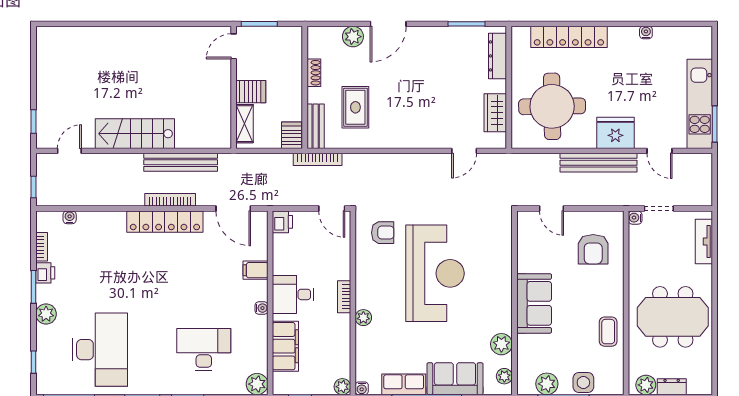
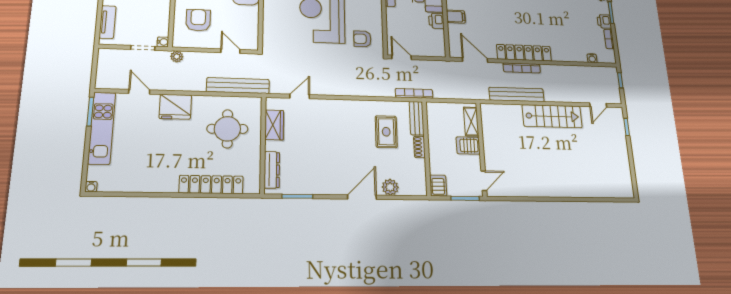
water cooler: (646, 32) -> (91, 187), moved
shoe rack: (314, 73) -> (419, 147), moved
round table: (552, 106) -> (227, 129), width x0.73, depth x0.73
server rack: (292, 135) -> (438, 186), moved, turned 180
bench: (599, 163) -> (238, 86), moved
plant: (617, 199) -> (177, 57), added
printer: (282, 222) -> (436, 21), moved

